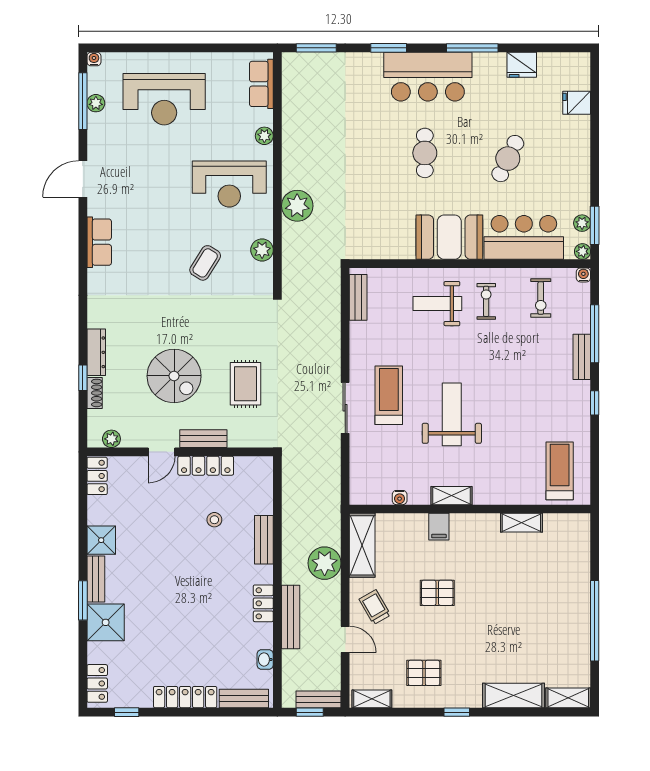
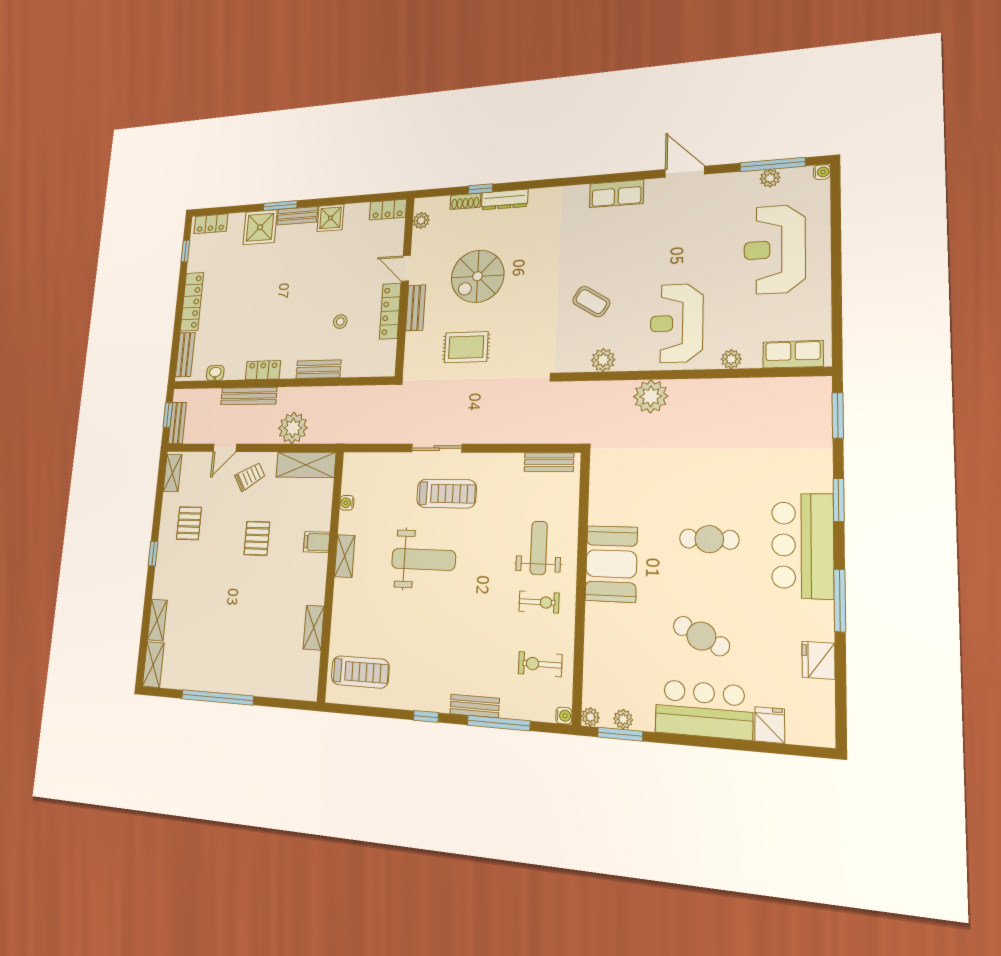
bar counter: (524, 237) -> (704, 709), moved, turned -90
shelving: (513, 696) -> (157, 620), width x0.67, depth x0.75

